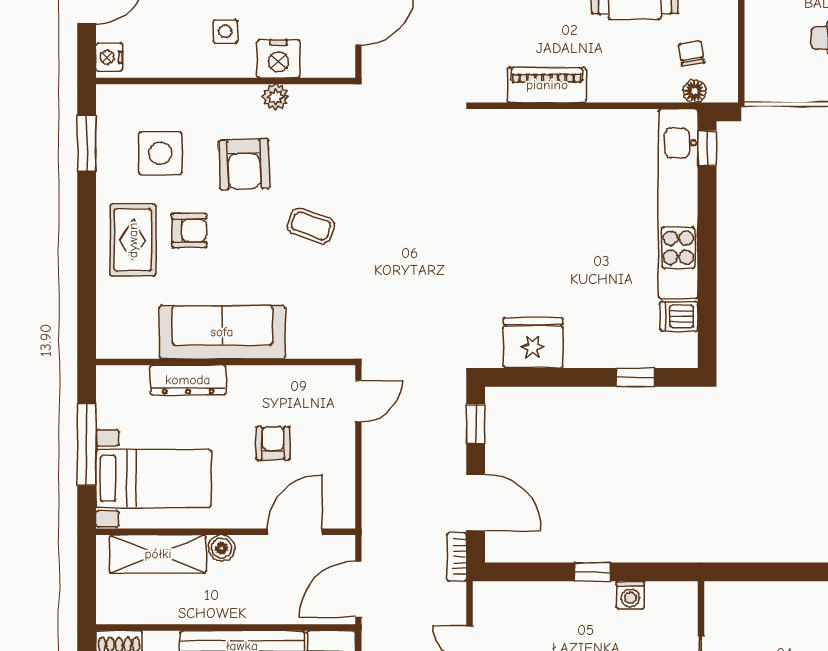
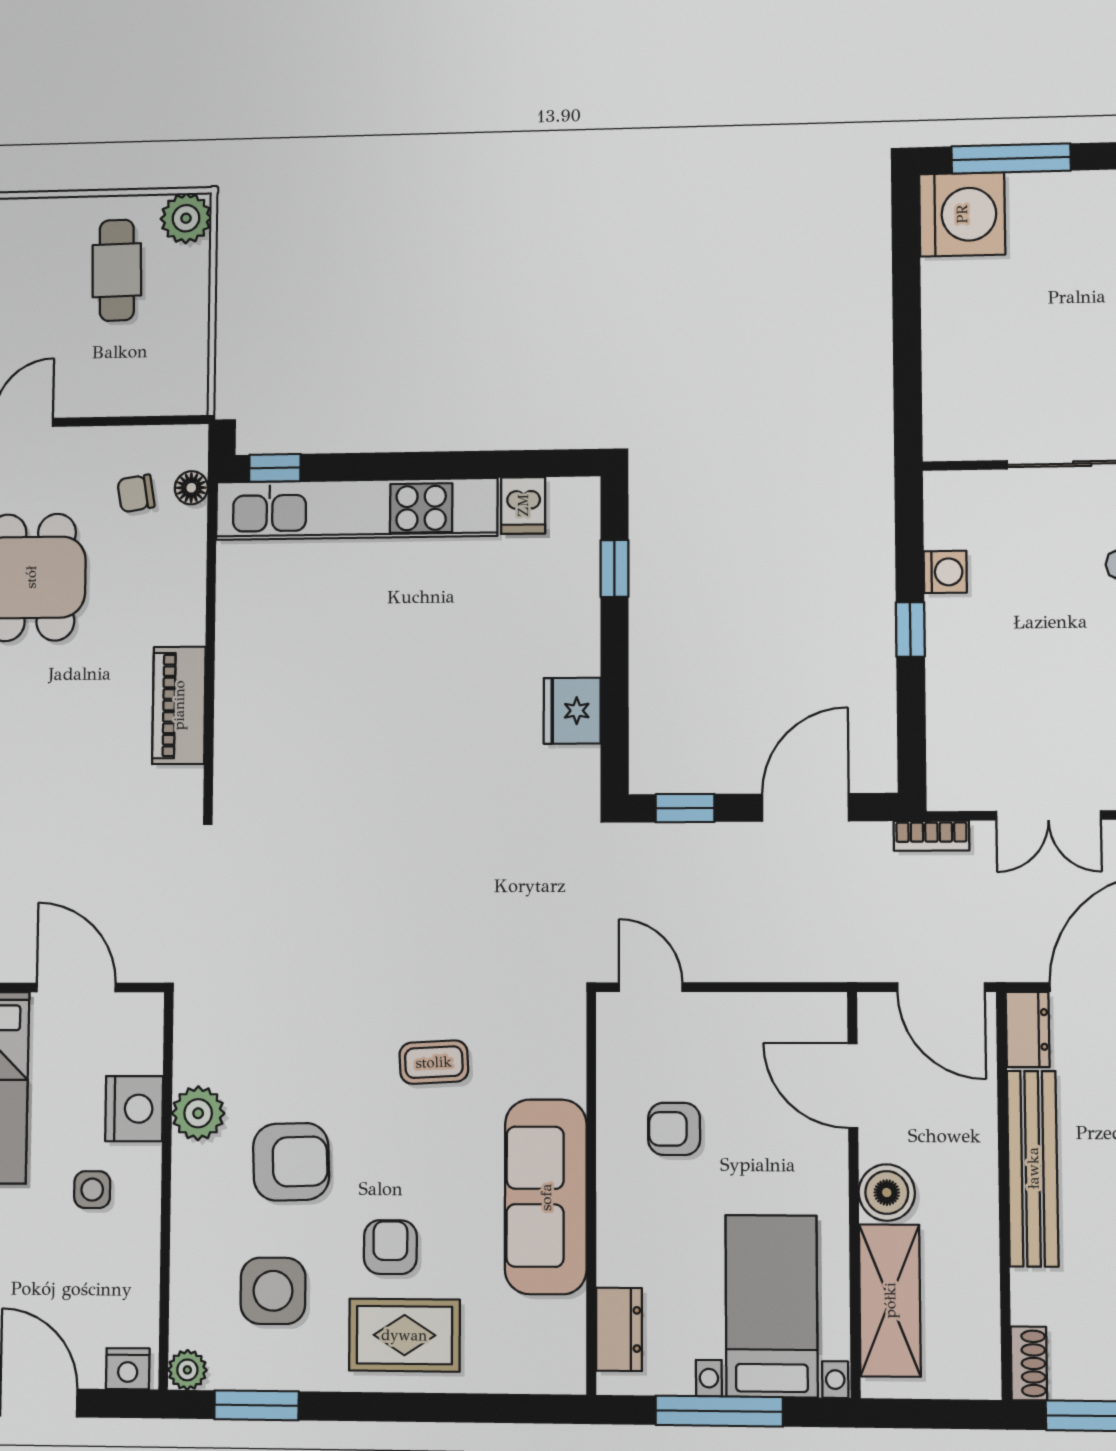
plant: (109, 97) -> (187, 1370), added
plant: (276, 97) -> (198, 1113), width x1.38, depth x1.38
coffee table: (311, 226) -> (434, 1062), moved, turned 68
fridge: (533, 343) -> (572, 711), width x0.73, depth x0.75
dresser: (188, 380) -> (619, 1329), moved, width x0.70
armchair: (273, 443) -> (674, 1129), moved
boiler: (222, 548) -> (887, 1193), width x1.36, depth x1.36
bookcase: (457, 557) -> (931, 836), moved

